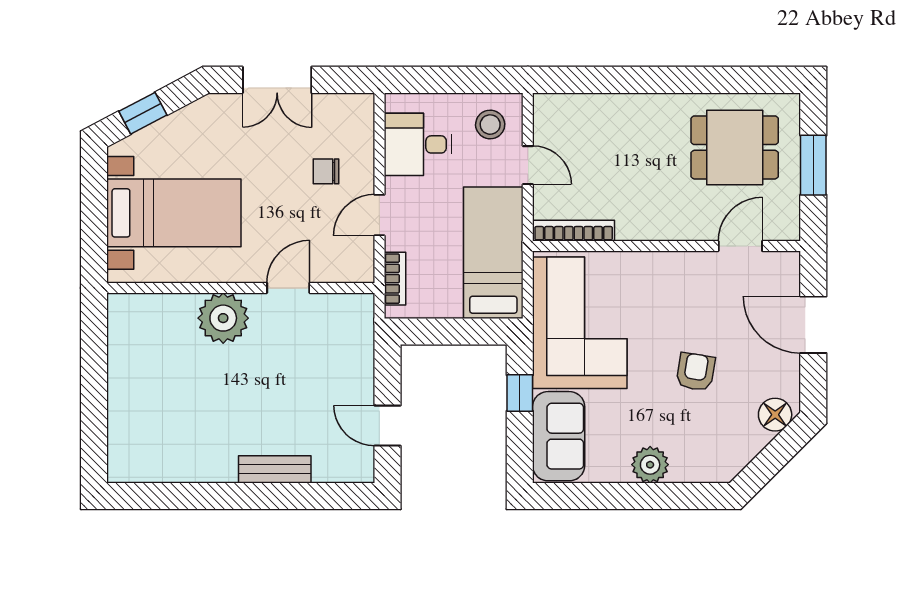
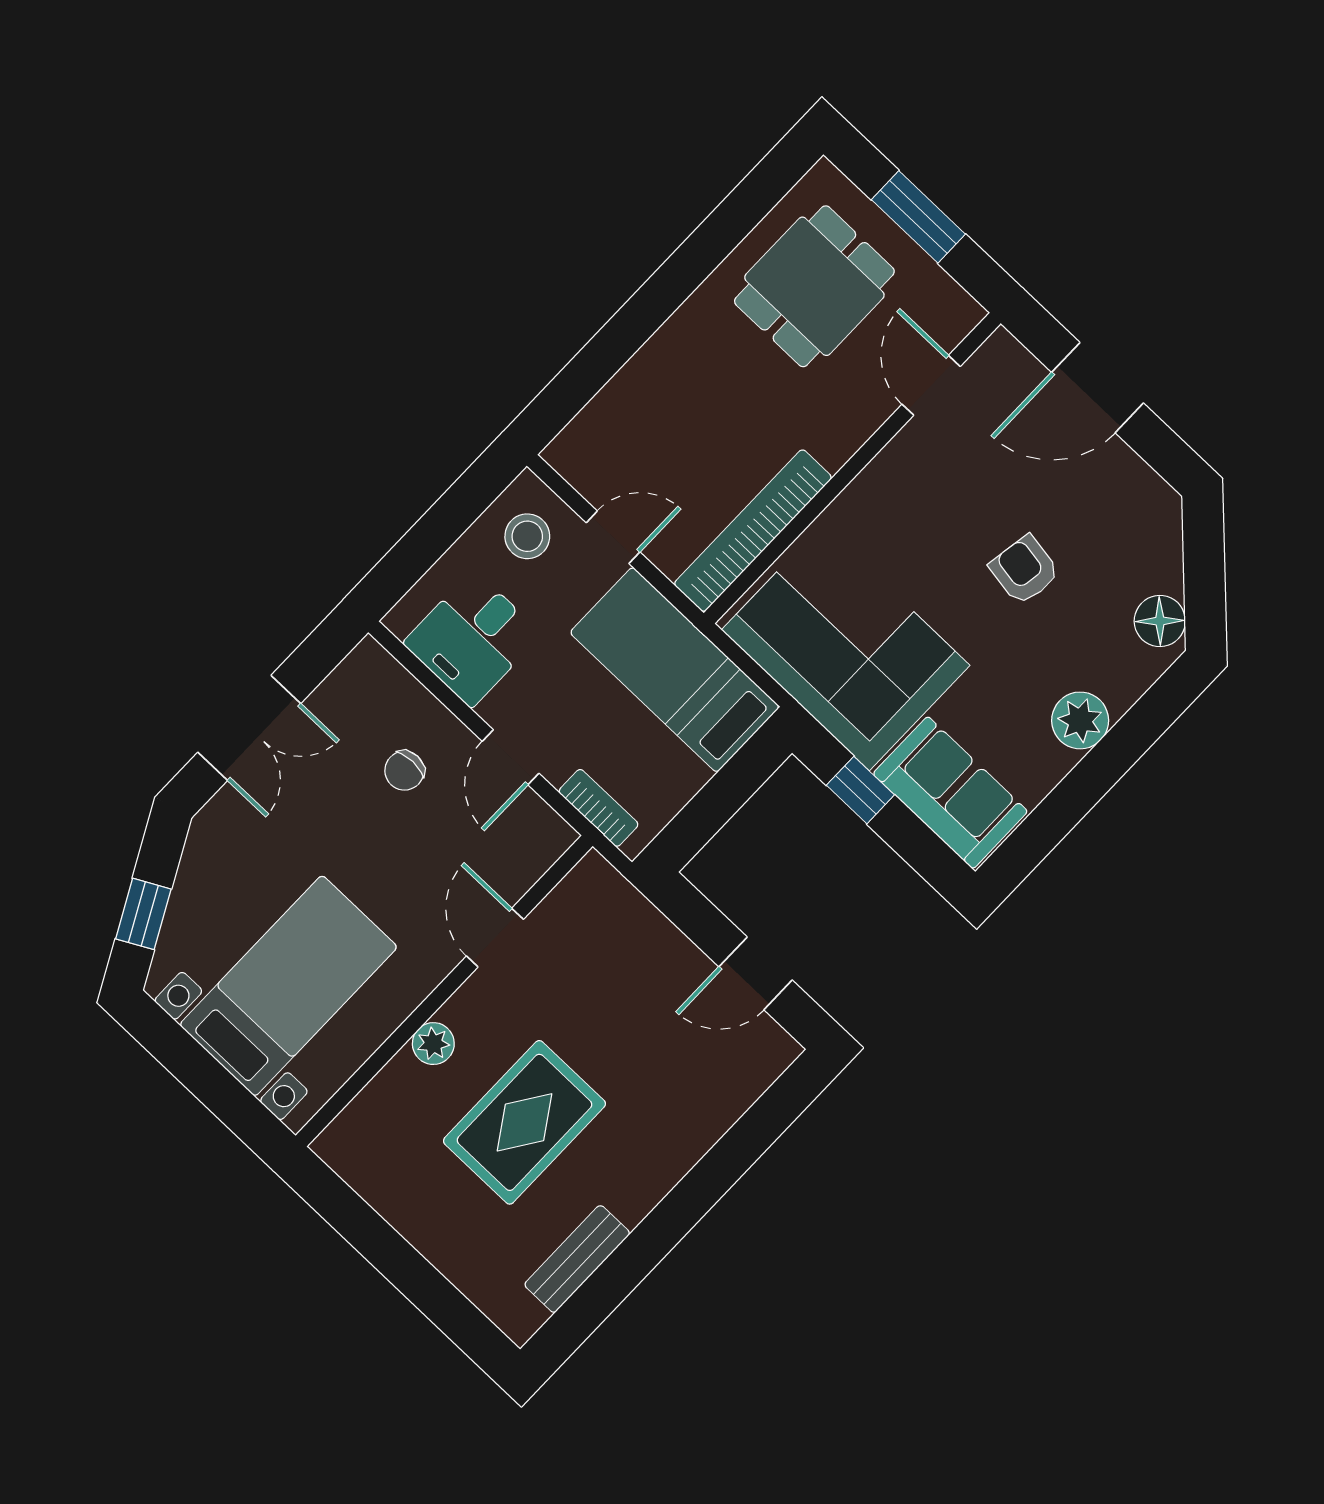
bookcase: (574, 231) -> (753, 531), width x1.48, depth x1.31
plant: (223, 318) -> (433, 1044), width x0.53, depth x0.53
rug: (215, 384) -> (524, 1122), added
floor lamp: (775, 415) -> (1160, 621), moved
bench: (275, 469) -> (577, 1259), moved

